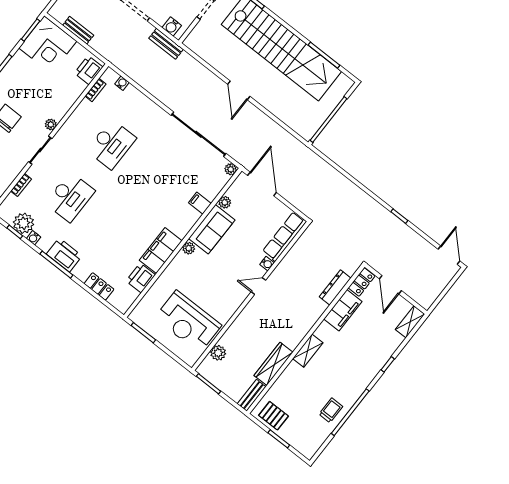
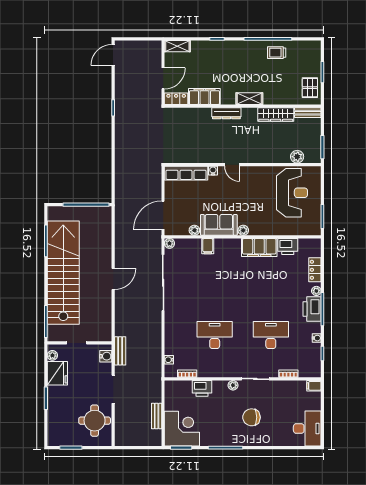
printer: (89, 70) -> (202, 388), moved
plant: (24, 223) -> (316, 291), moved, width x0.53, depth x0.53
dresser: (335, 288) -> (226, 113), moved

